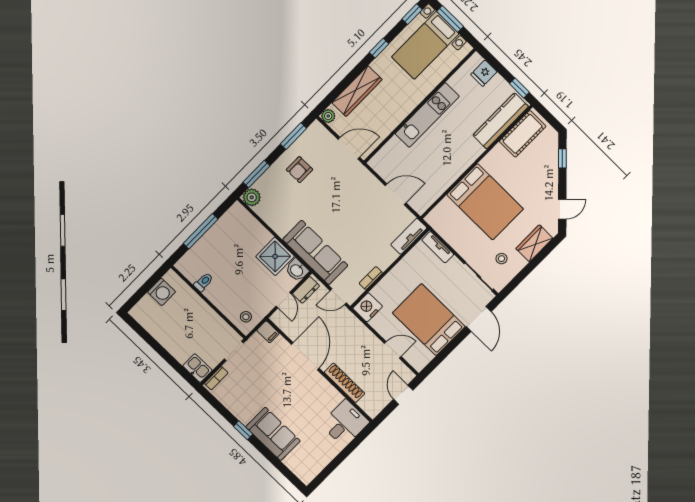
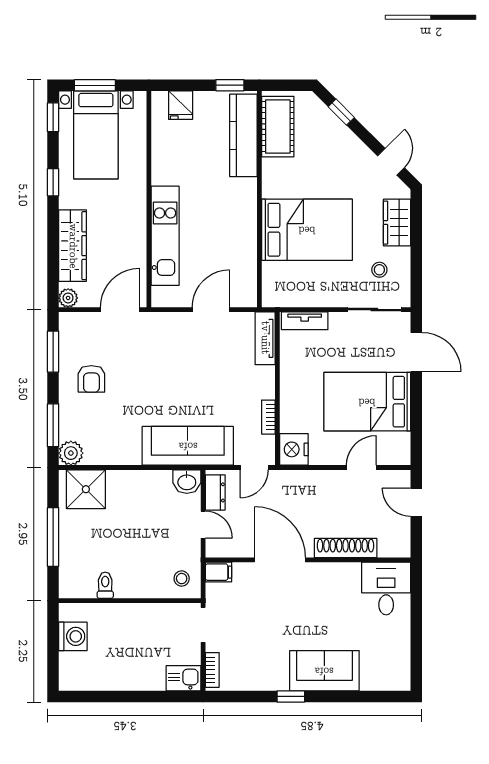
kitchen unit: (427, 115) -> (165, 236), moved
shower: (275, 256) -> (86, 489), moved

